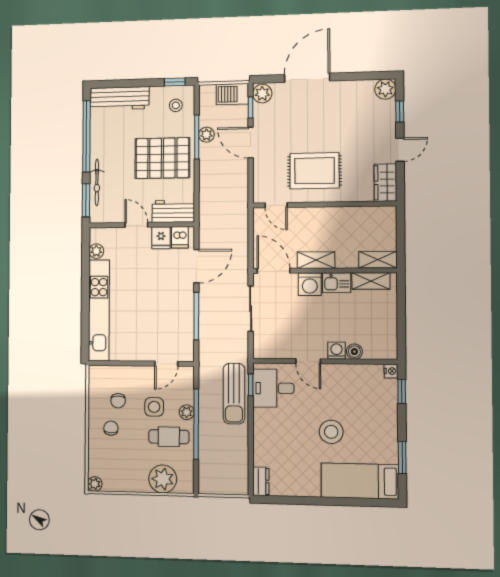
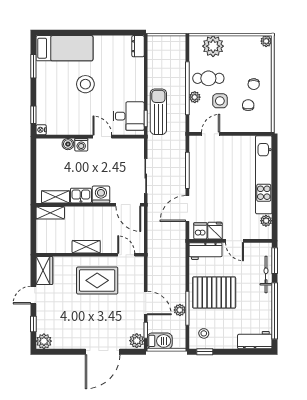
workbench: (119, 98) -> (255, 340), width x0.73
shelving: (316, 260) -> (86, 247), moved

